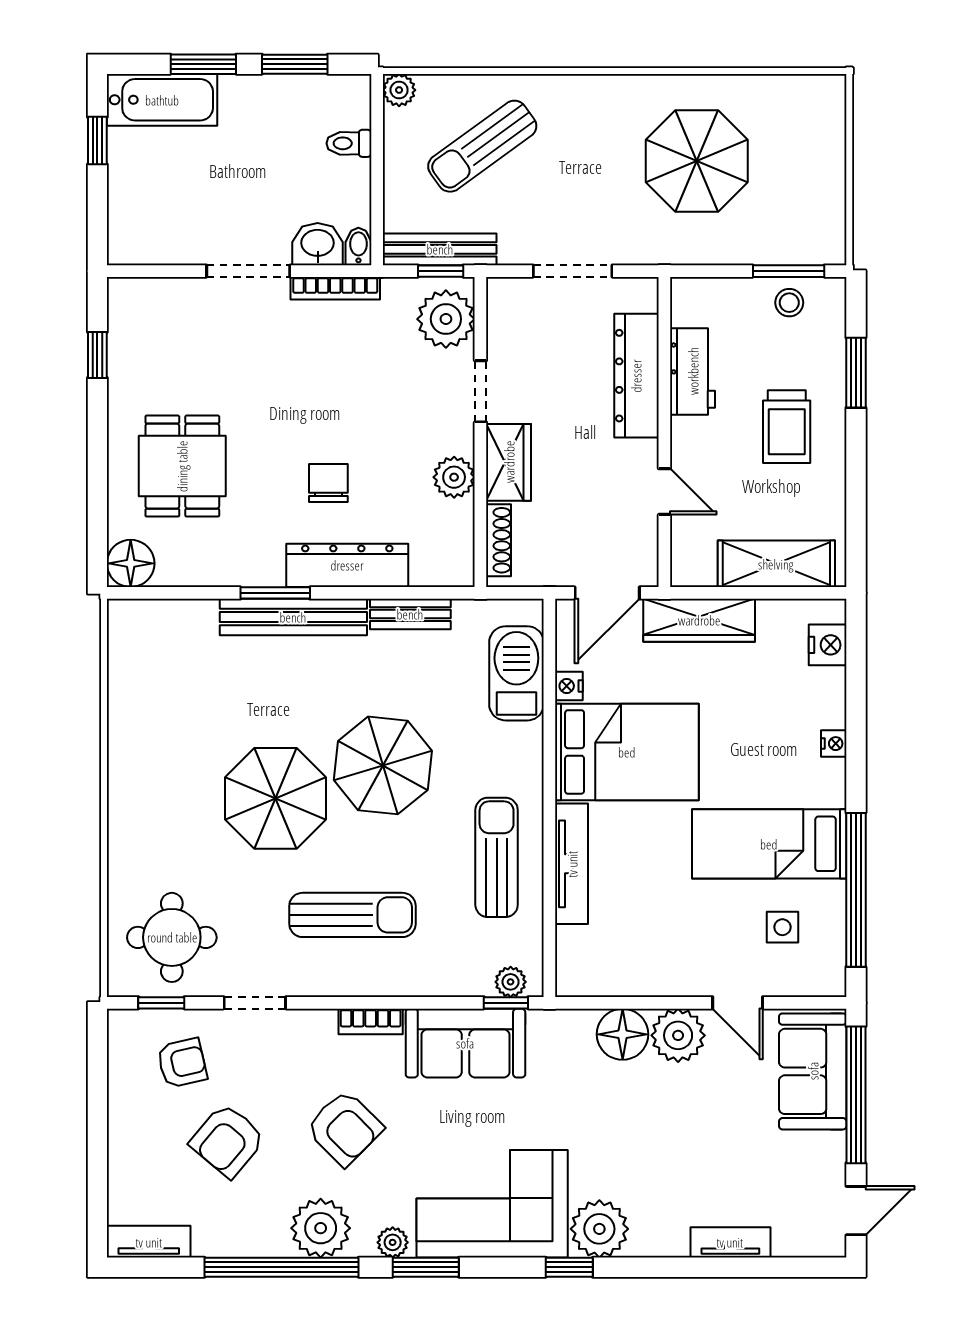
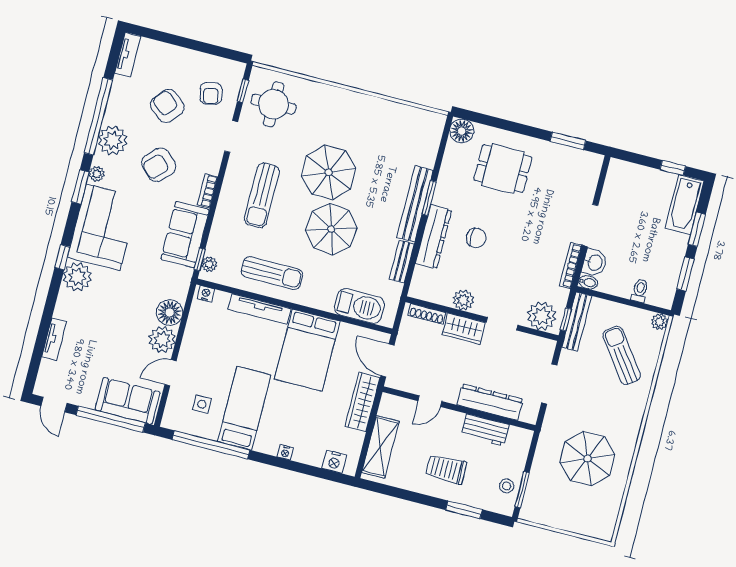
window: (97, 355) -> (568, 141), width x1.50
nightstand: (569, 686) -> (206, 294), moved

